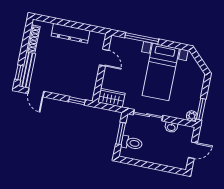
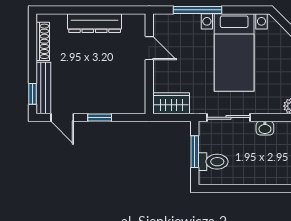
window: (77, 101) -> (100, 117), moved

